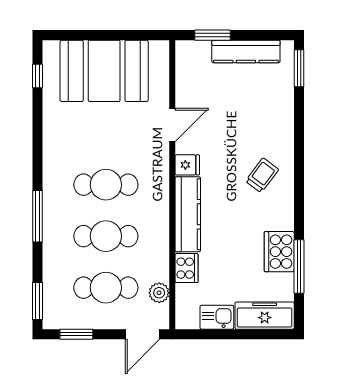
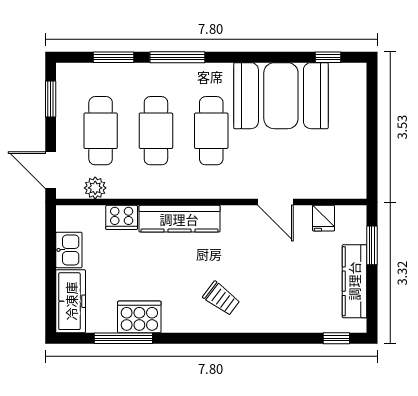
window: (299, 68) -> (336, 338), width x0.67
booth: (104, 71) -> (281, 96), moved, turned 90
fridge: (187, 165) -> (324, 218), moved
window: (38, 301) -> (113, 57), moved

